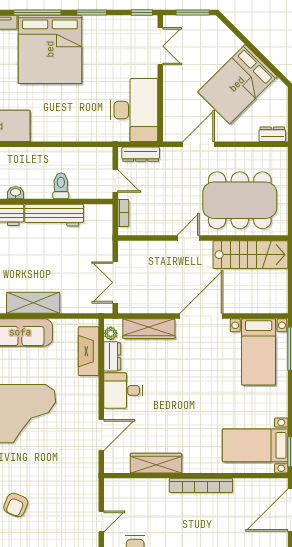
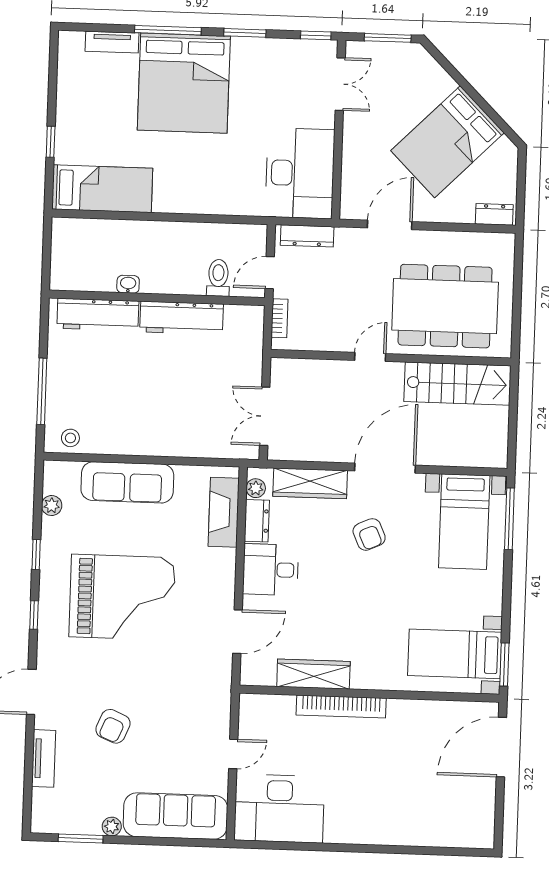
door: (115, 181) -> (270, 273), swing flipped
toilet: (61, 186) -> (218, 278), moved
shelving: (33, 303) -> (147, 441), removed
armchair: (192, 363) -> (369, 534), added
bookcase: (201, 485) -> (341, 707), moved

